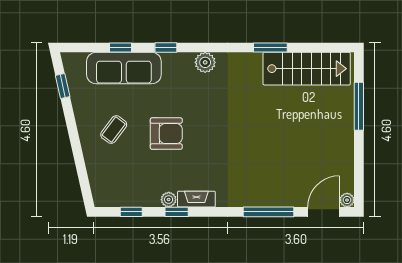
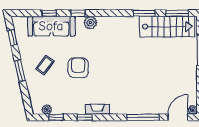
window: (322, 47) -> (177, 13), added
plant: (205, 62) -> (90, 23), moved
armchair: (166, 134) -> (78, 68), turned -90
window: (74, 138) -> (20, 71), added
plant: (169, 200) -> (47, 110), moved

